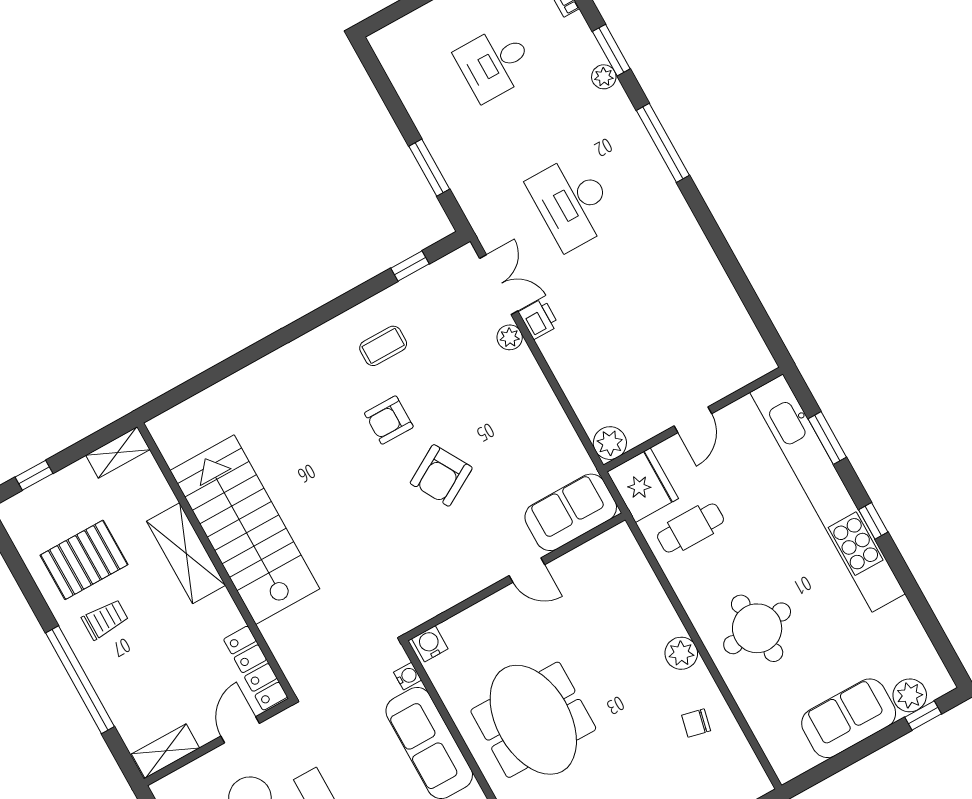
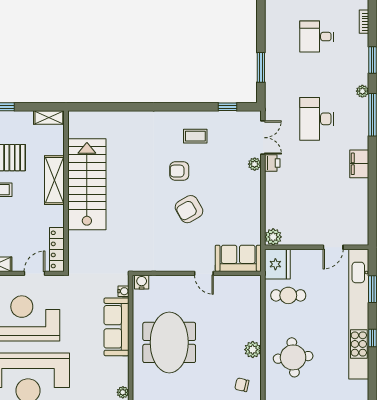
plant: (604, 77) -> (362, 91), moved
filing cabinet: (687, 238) -> (359, 164), added
door: (693, 420) -> (333, 247), moved

